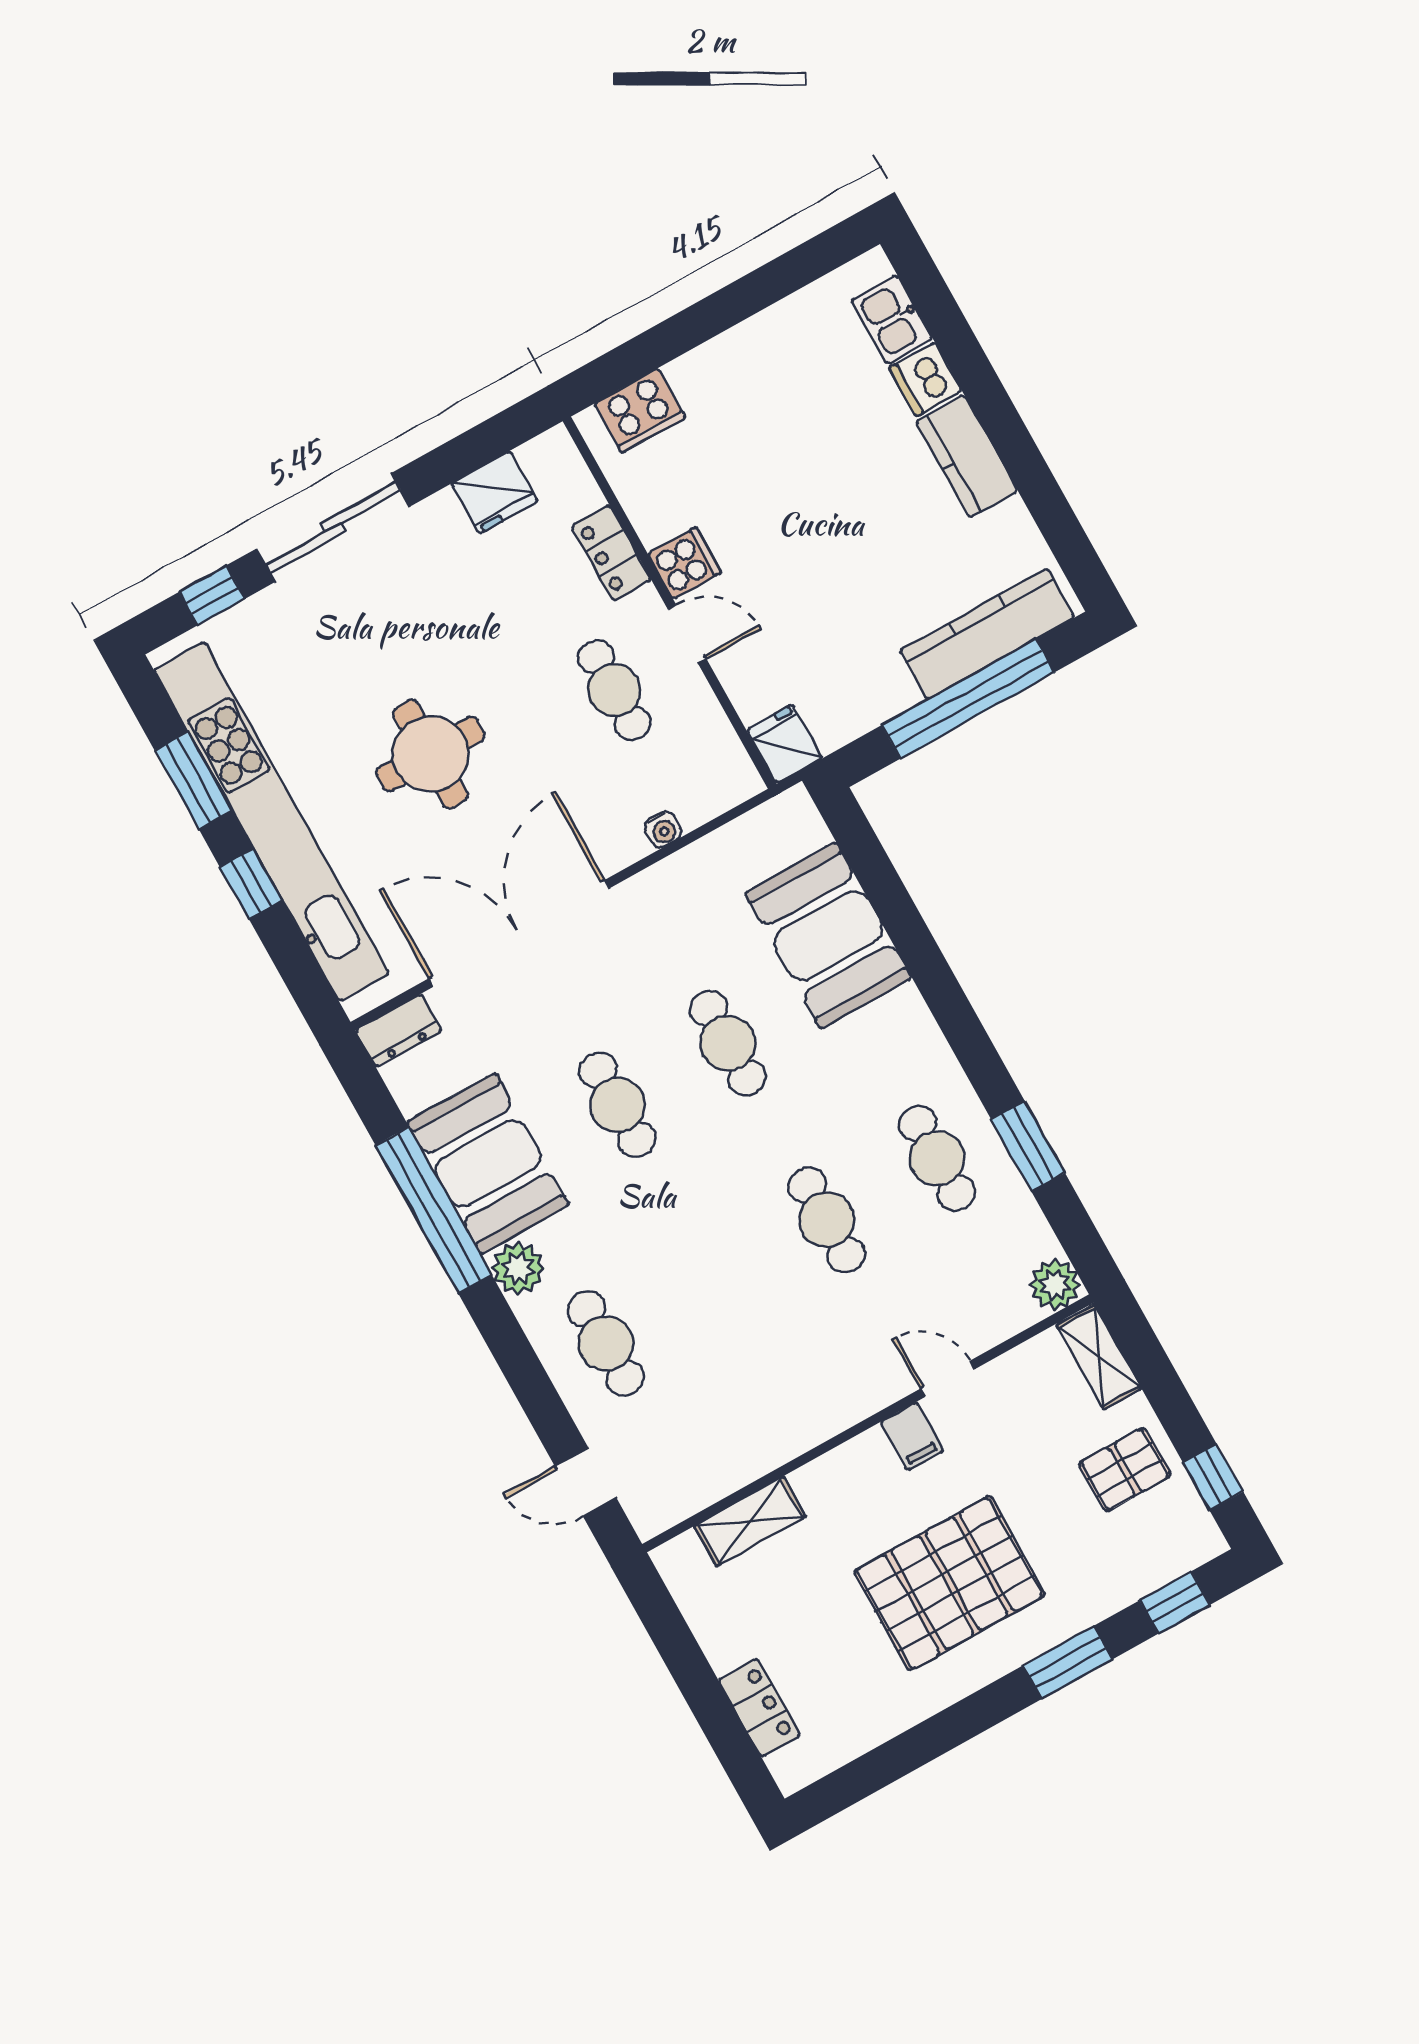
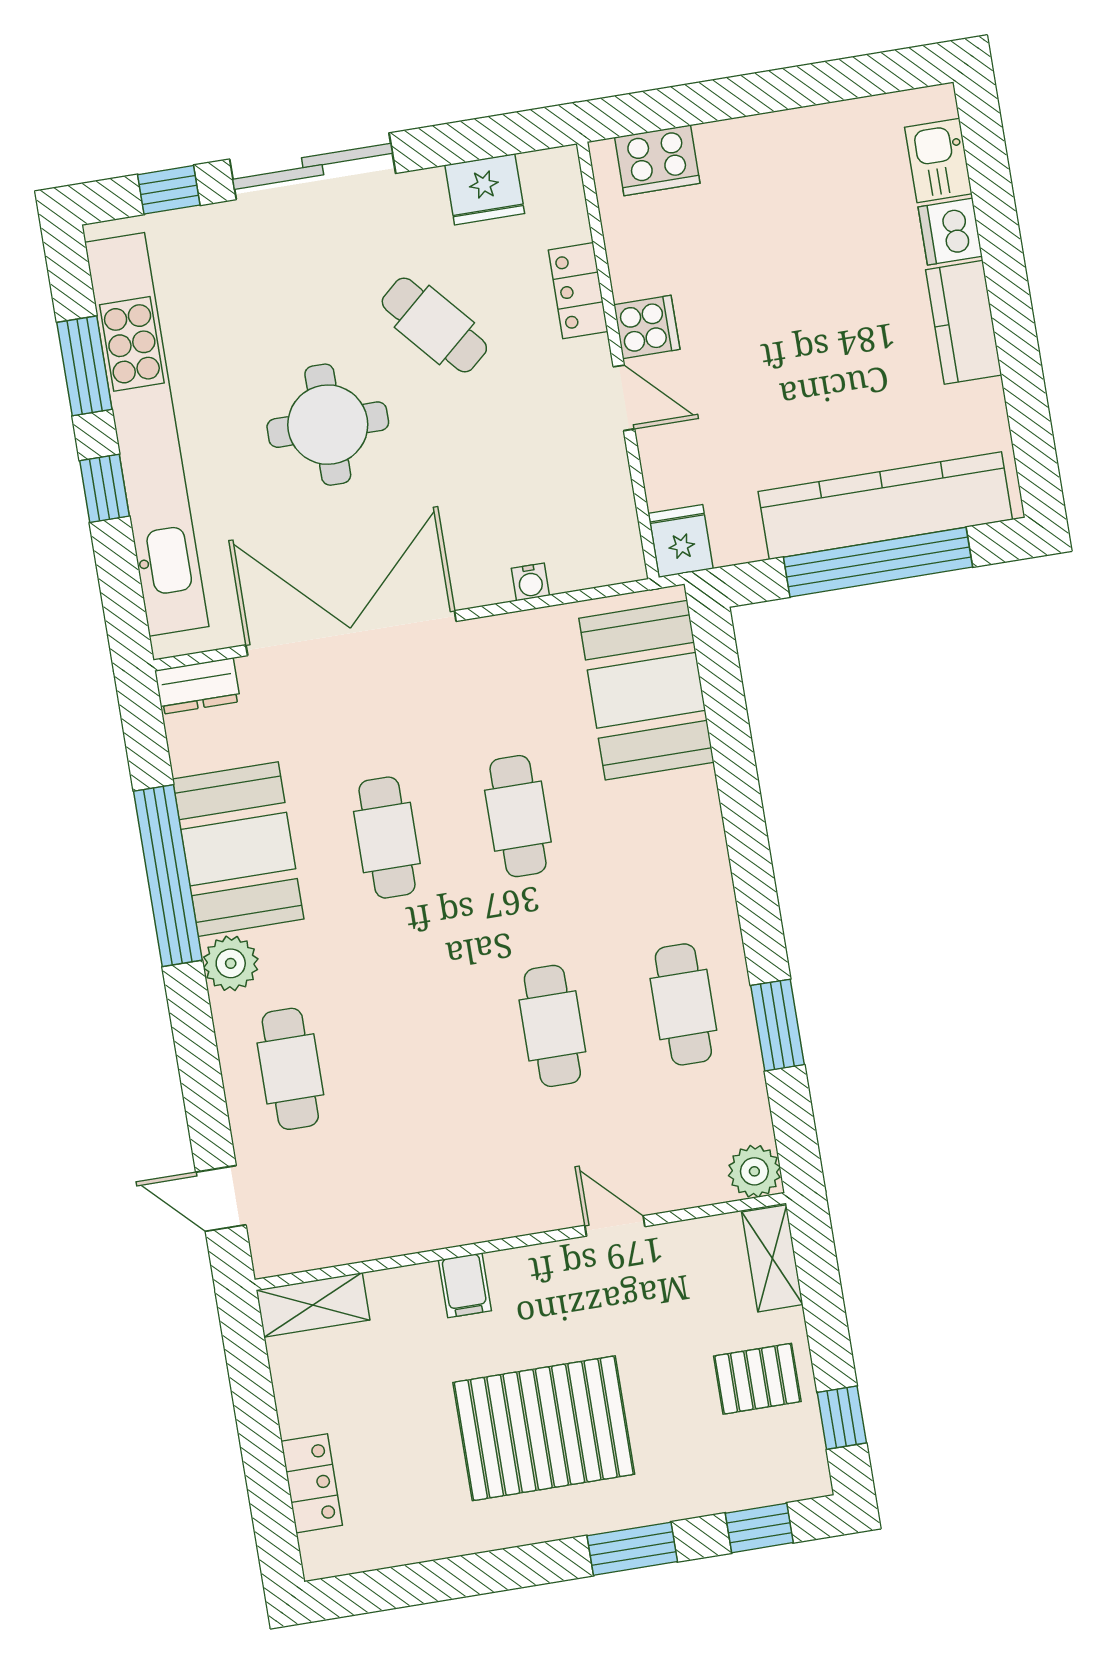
kitchen counter: (987, 634) -> (885, 506), width x1.39, depth x1.17
cafe table: (614, 690) -> (434, 325), moved, turned -41
booth: (828, 935) -> (646, 690), moved
filing cabinet: (912, 1436) -> (465, 1285), moved
shelving: (750, 1521) -> (313, 1305), moved

